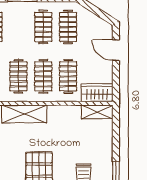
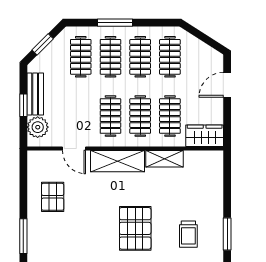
clothes rail: (18, 27) -> (110, 57), added
door: (116, 50) -> (227, 85), hinge flipped
shelving: (97, 112) -> (164, 159), moved

